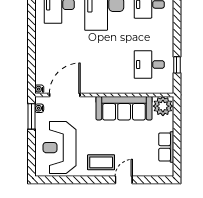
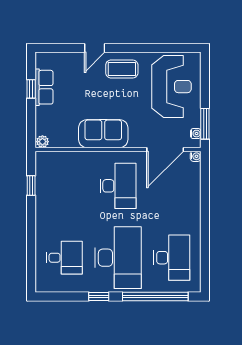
desk: (149, 64) -> (118, 186), moved, width x1.37
plant: (163, 106) -> (42, 142), width x0.53, depth x0.53
sofa: (124, 108) -> (103, 134), width x0.73
window: (177, 146) -> (31, 89), added

